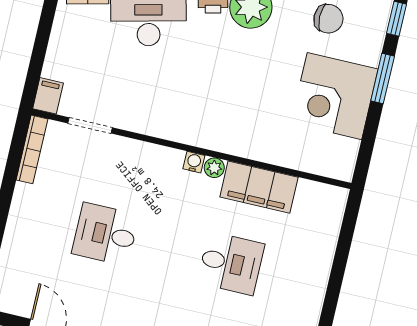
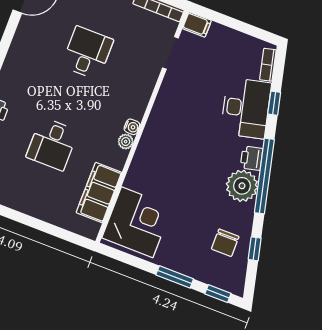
corner desk: (334, 96) -> (137, 222), moved, turned 90
filing cabinet: (259, 187) -> (99, 192), moved

